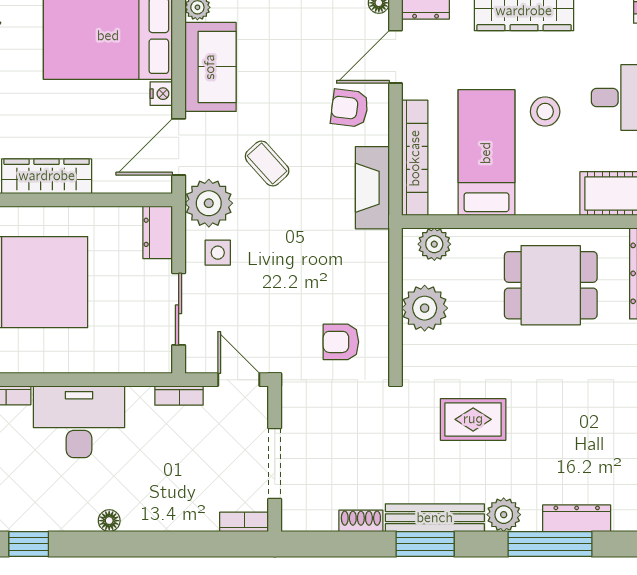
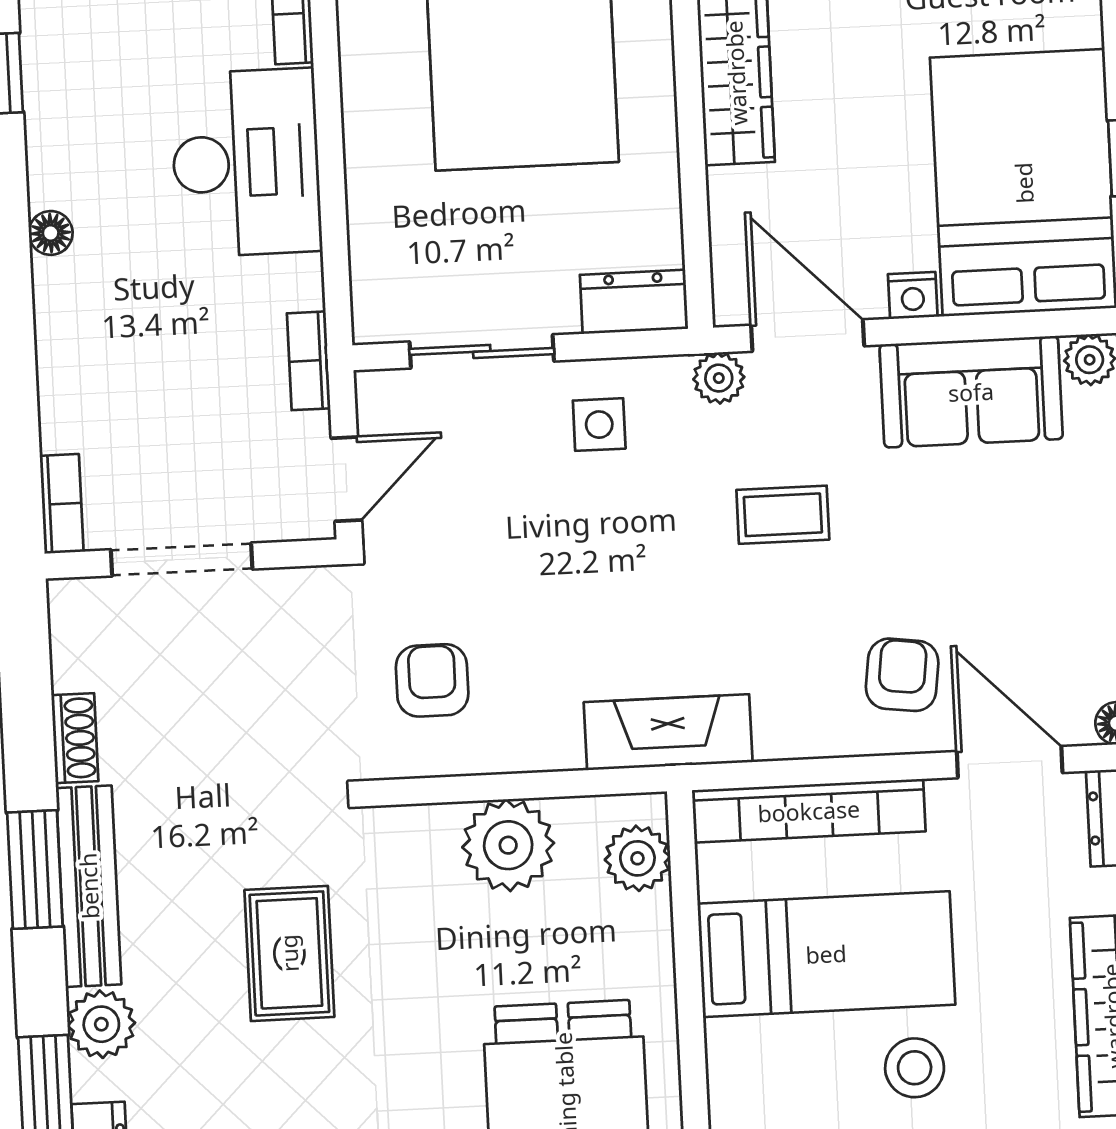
coffee table: (267, 164) -> (783, 515), turned 42
fireplace: (372, 188) -> (668, 732), moved
plant: (209, 203) -> (719, 378), width x0.53, depth x0.53

